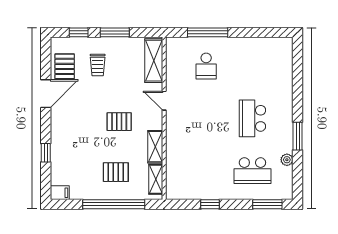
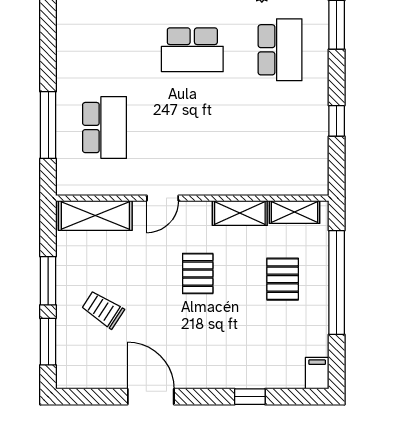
window: (79, 32) -> (48, 342), width x1.50
trolley: (98, 65) -> (103, 310), turned -147
pallet: (65, 66) -> (105, 365), removed
school desk: (206, 66) -> (104, 128), width x1.85

